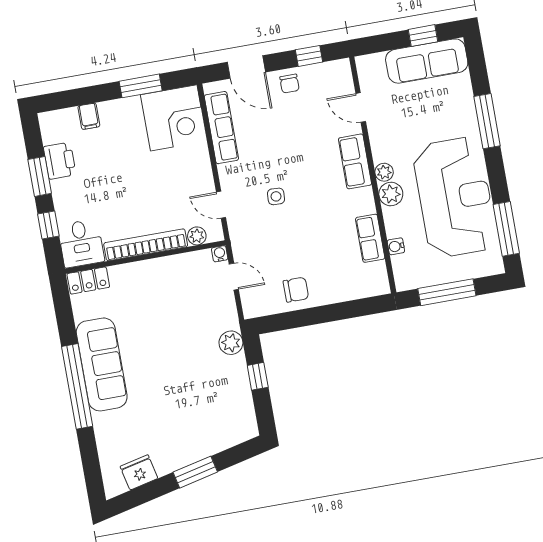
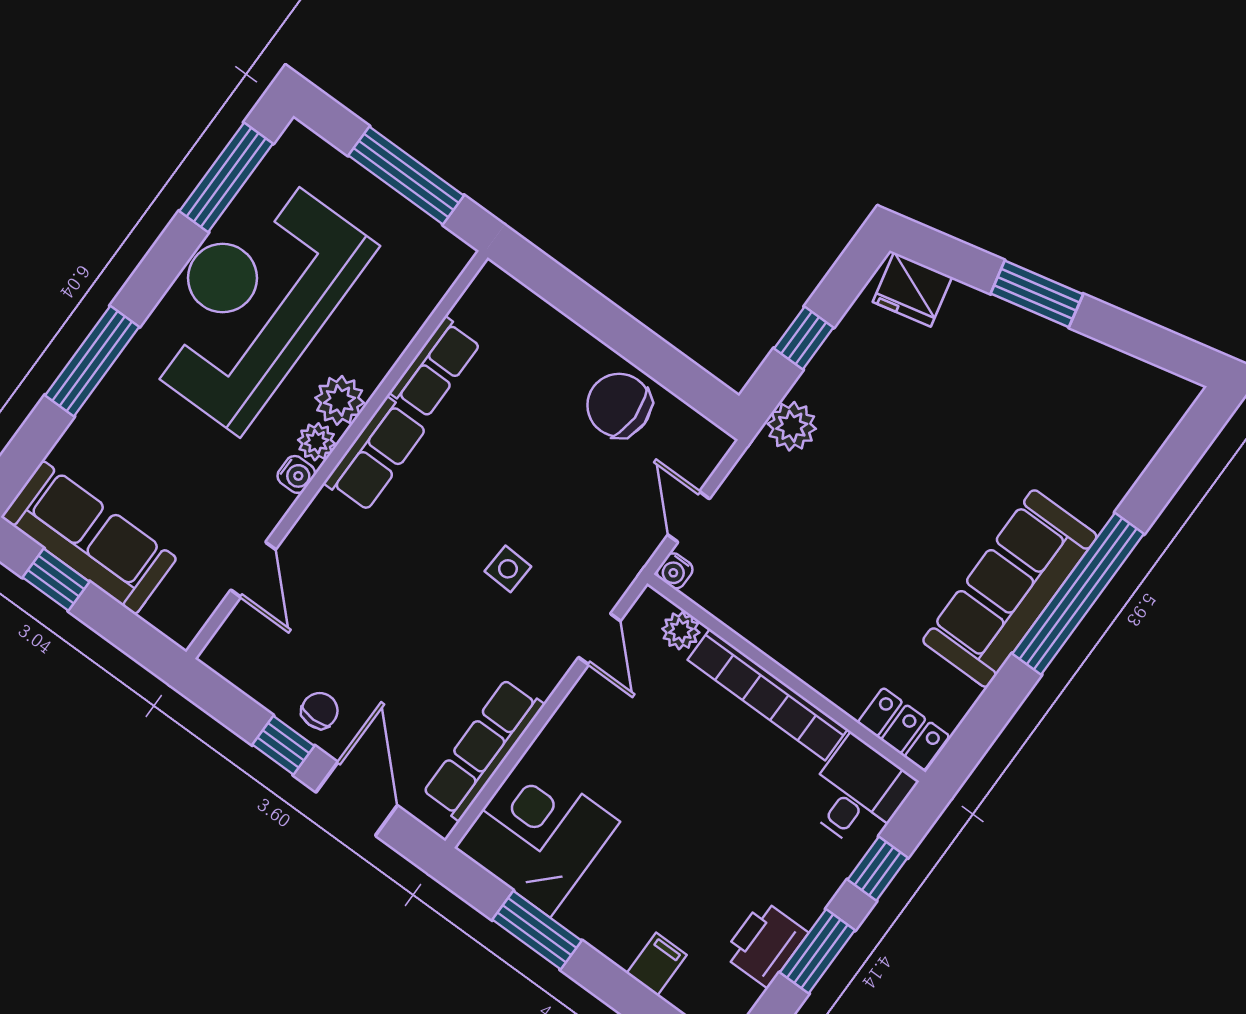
window: (309, 56) -> (283, 745), moved
row of seats: (355, 161) -> (376, 455), moved
water cooler: (396, 246) -> (296, 474), moved
chair: (296, 290) -> (619, 405), width x1.37, depth x1.37
fridge: (139, 472) -> (912, 289), moved

